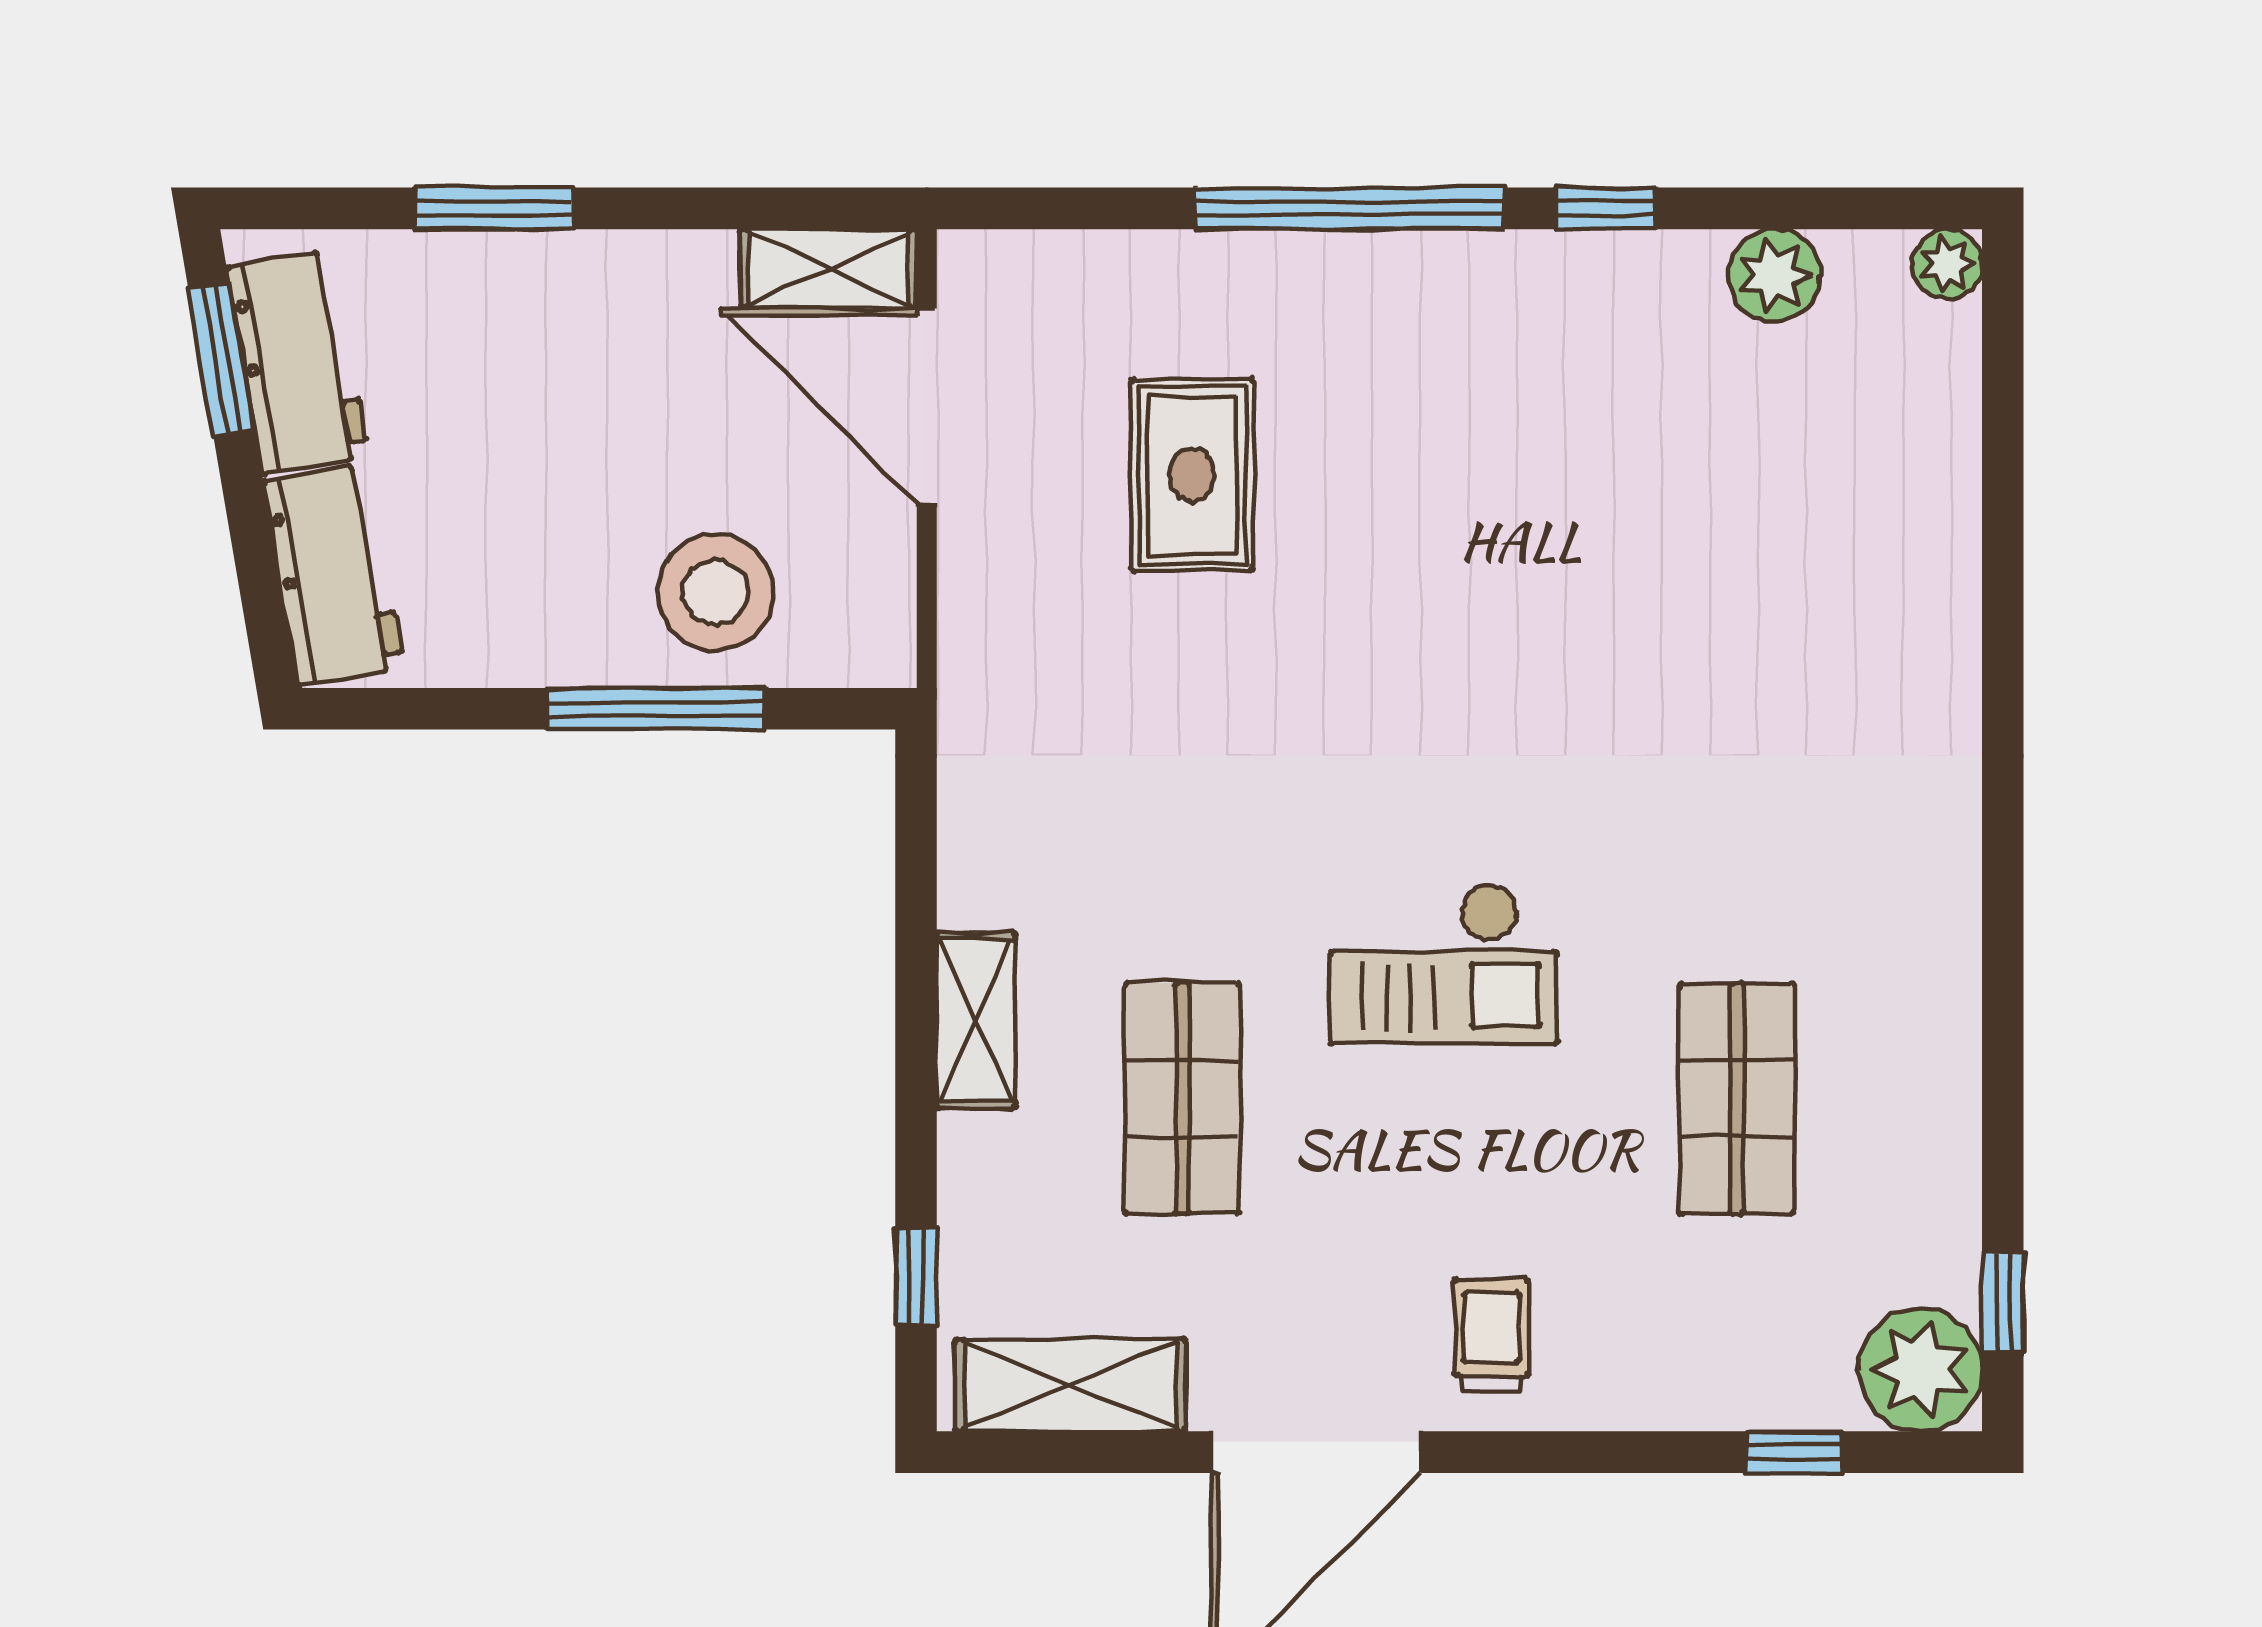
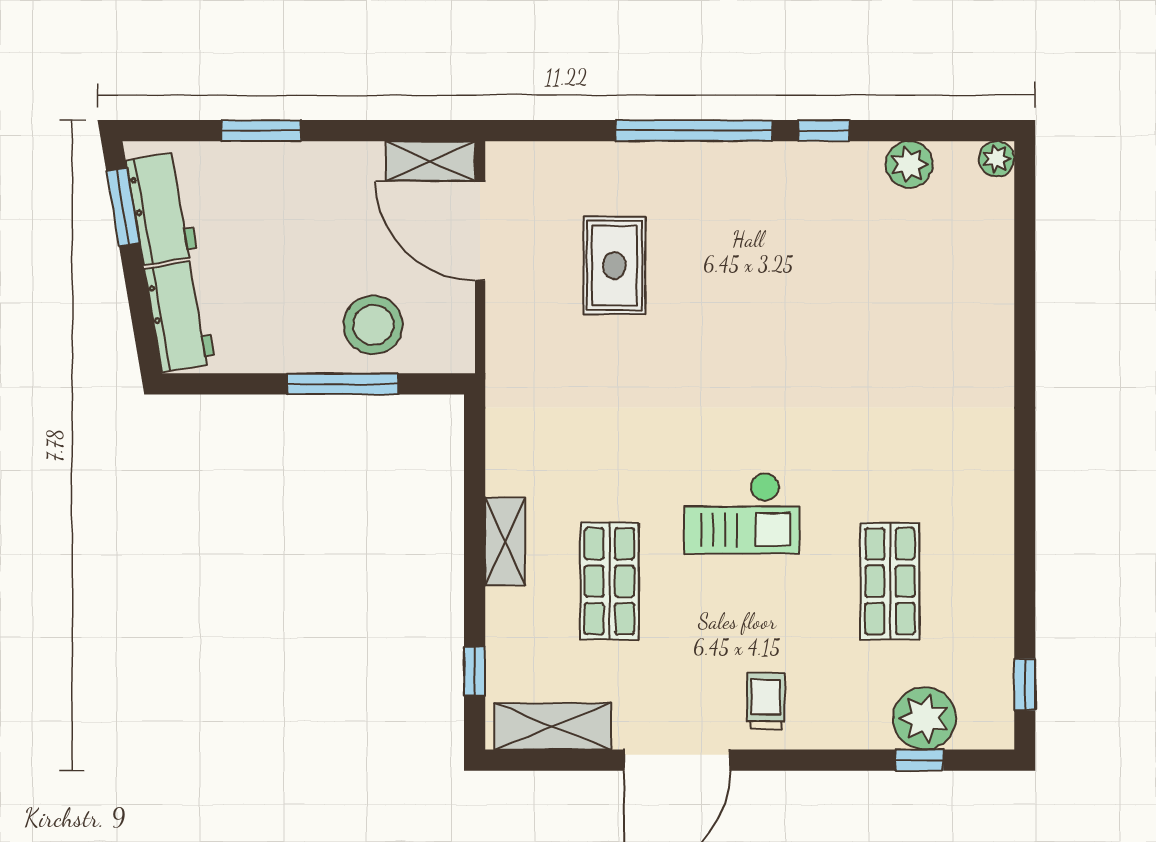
plant: (1920, 1370) -> (924, 718), moved

